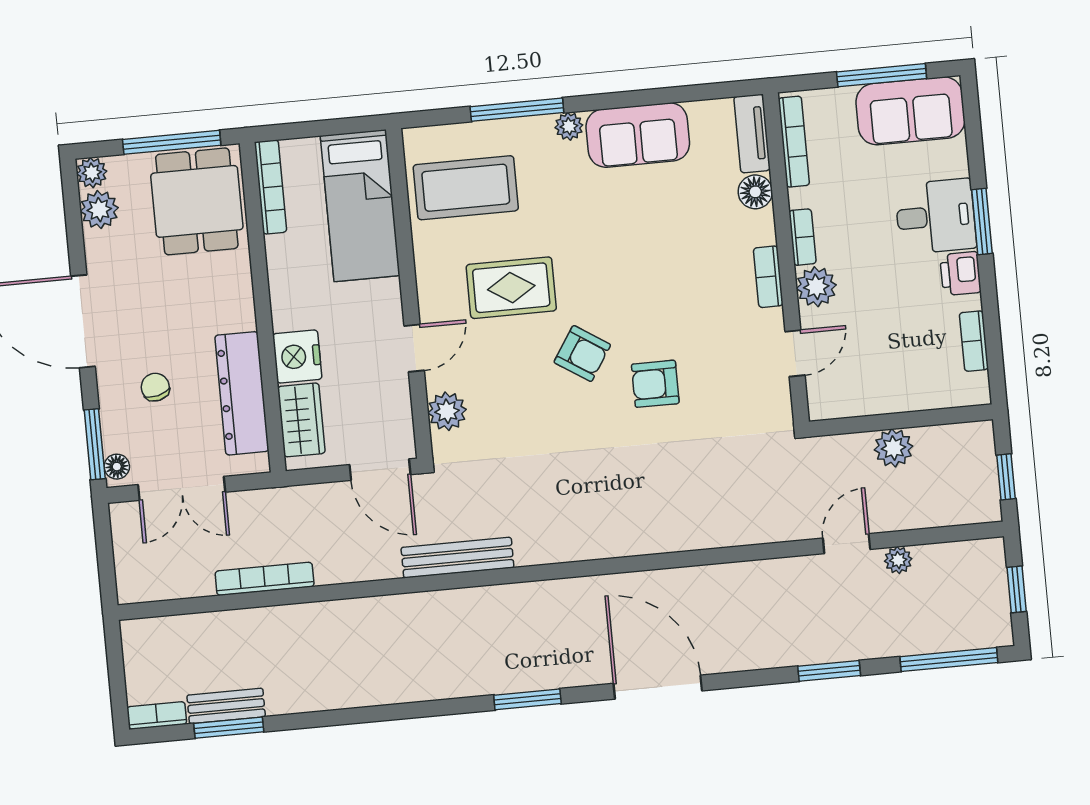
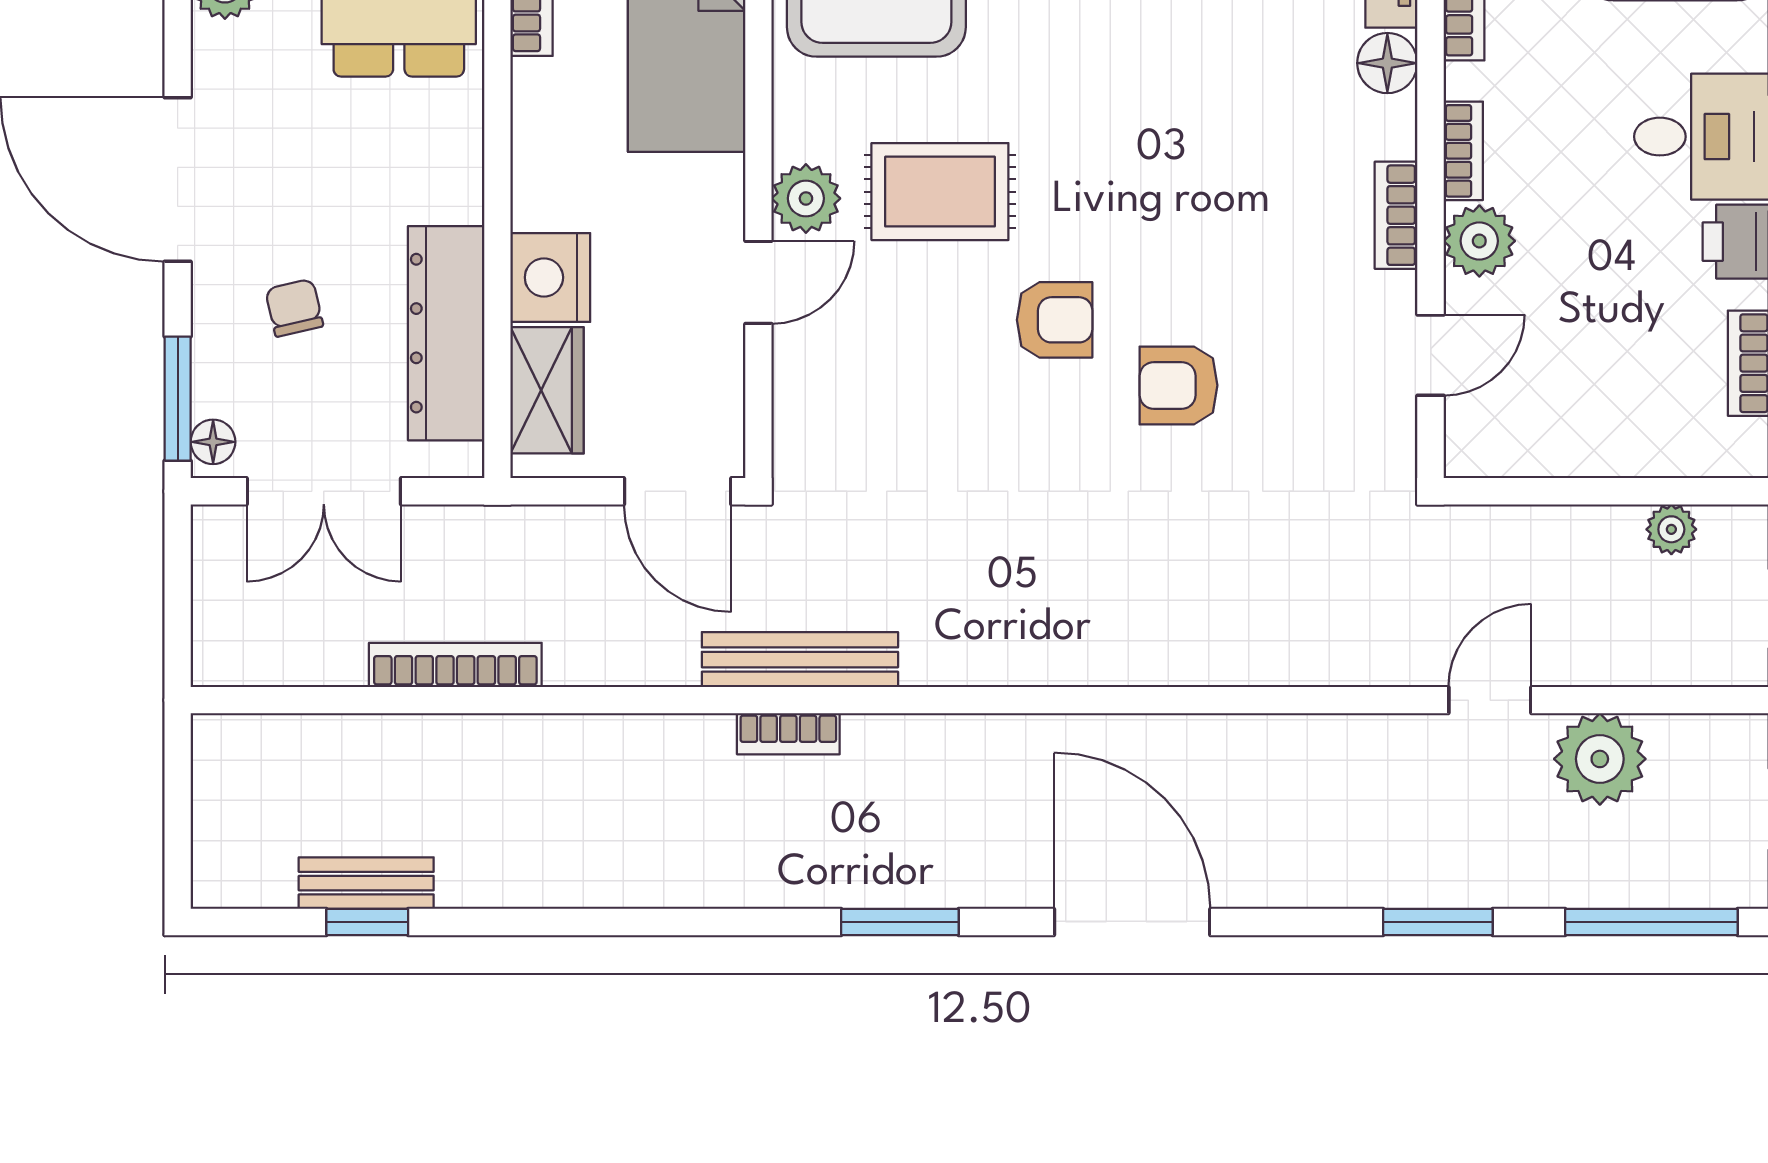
armchair: (582, 354) -> (1055, 320), turned -33
plant: (447, 411) -> (806, 198), moved
plant: (894, 448) -> (1671, 529), moved, width x0.73, depth x0.73
plant: (898, 560) -> (1600, 759), width x1.87, depth x1.87
bookcase: (157, 715) -> (788, 734), moved, turned 180
window: (229, 728) -> (367, 922), width x0.67

